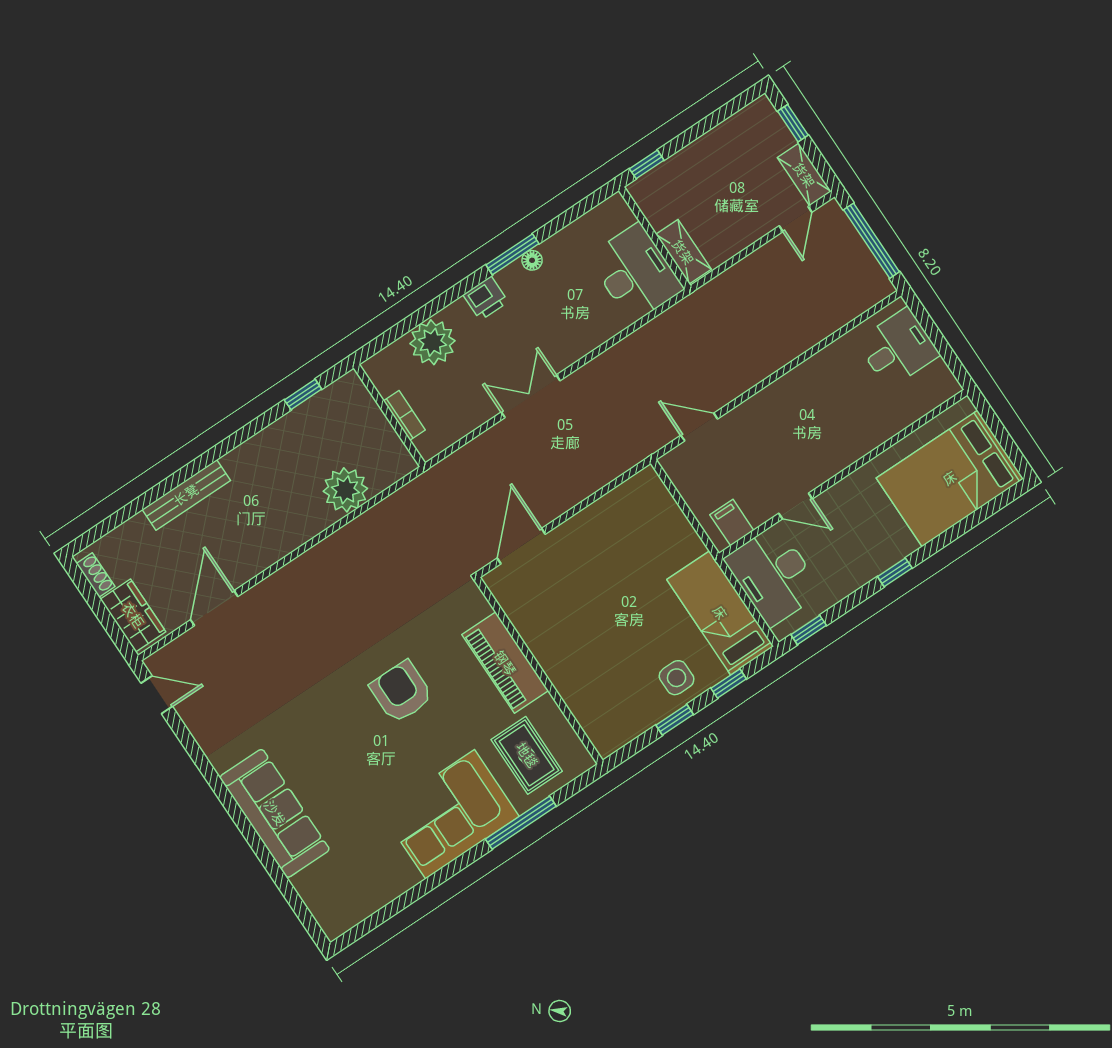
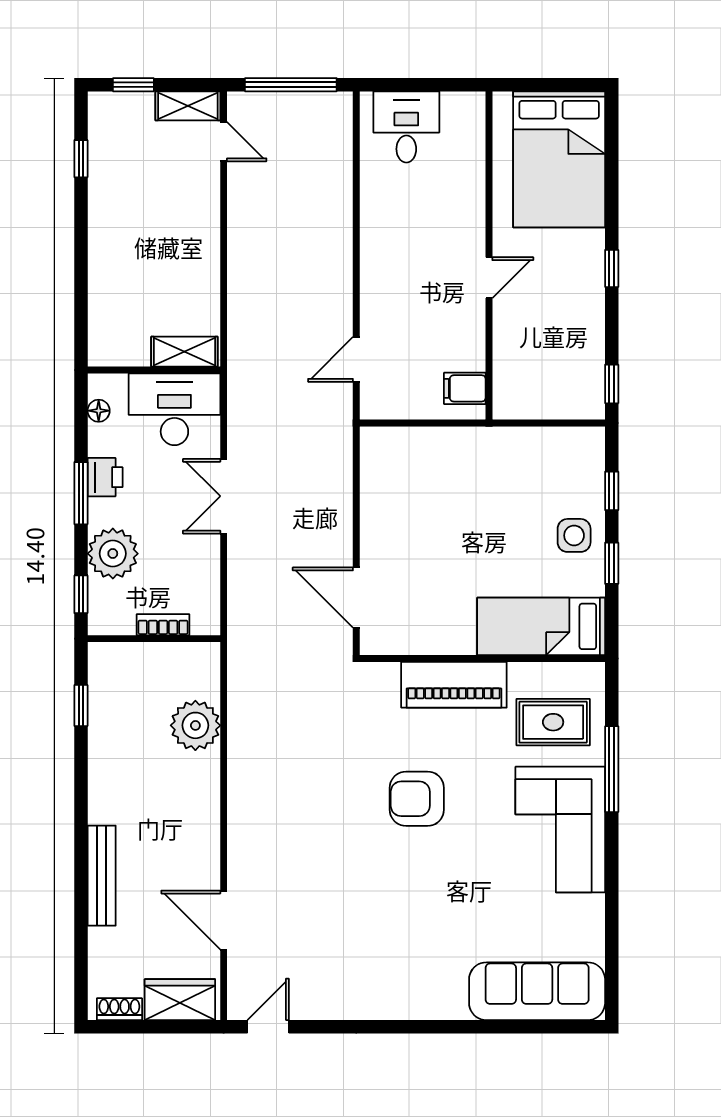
window: (647, 164) -> (81, 159), moved
wall: (655, 238) -> (154, 370), moved
shelving: (683, 252) -> (184, 352), moved
window: (512, 254) -> (81, 493), moved
desk: (635, 273) -> (174, 409), moved
window: (386, 339) -> (81, 594), added
door: (796, 506) -> (489, 278), moved
desk: (773, 575) -> (539, 383), removed
bed: (720, 613) -> (541, 626), moved
sofa: (275, 813) -> (537, 991), moved

